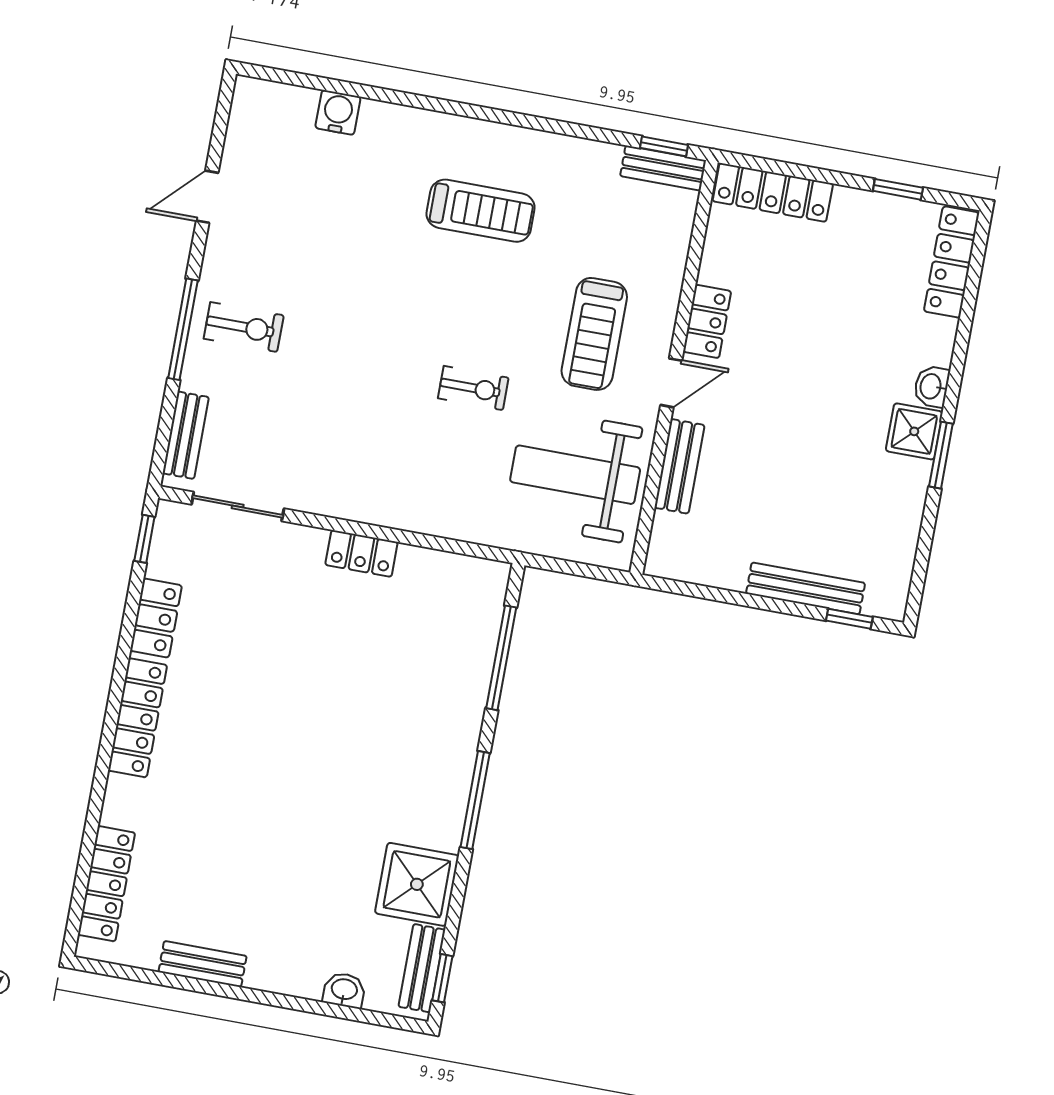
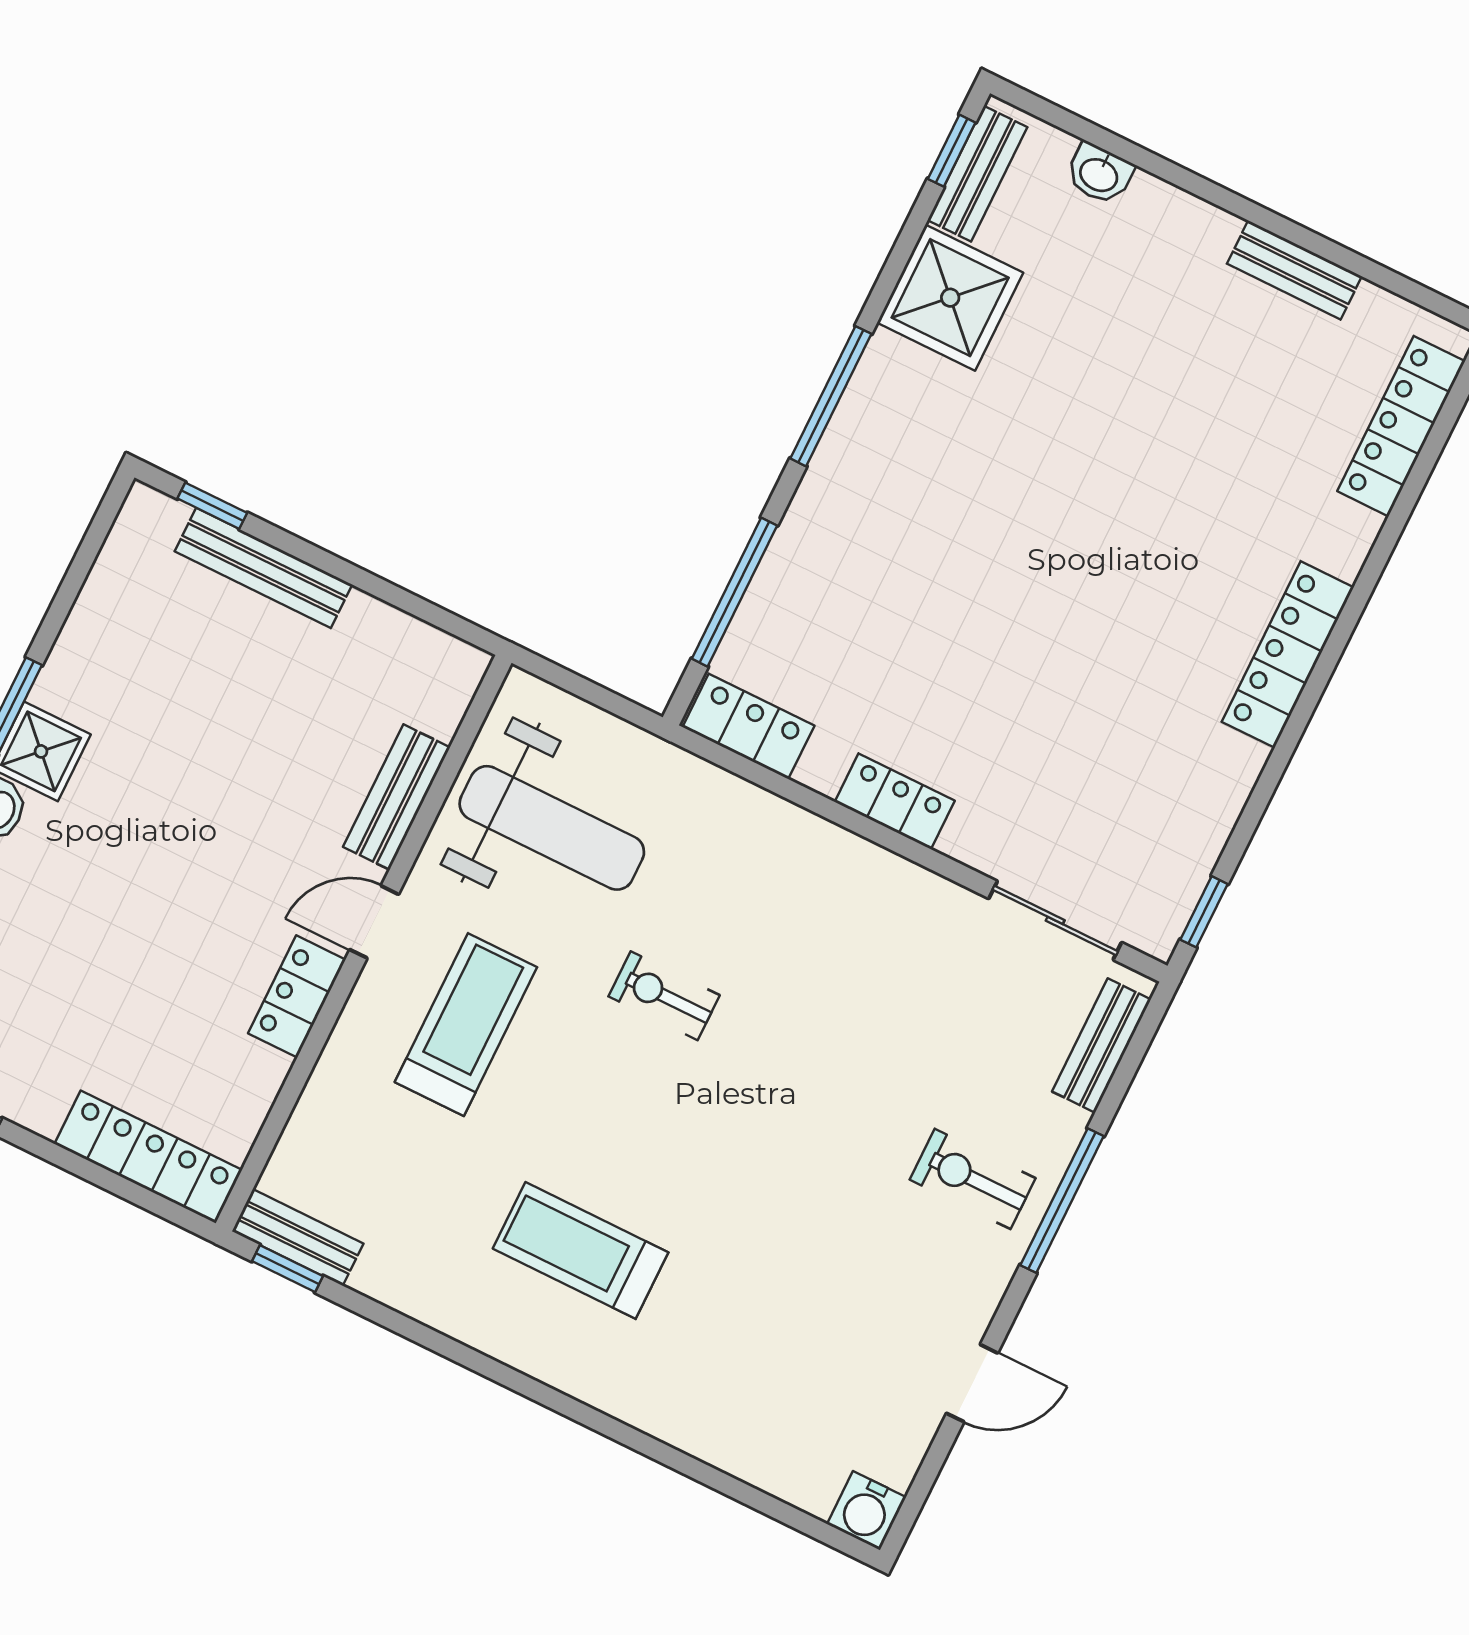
water cooler: (338, 112) -> (866, 1511), moved
locker: (156, 618) -> (748, 726), moved, turned 90

